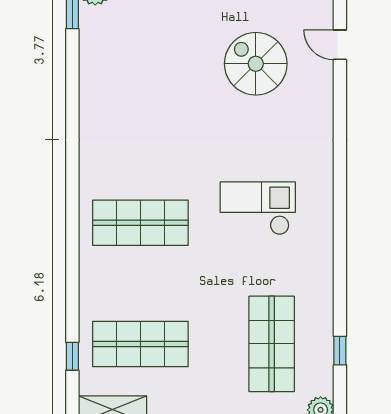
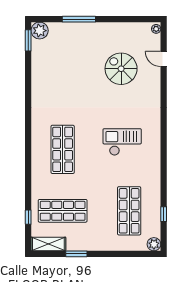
shop shelf: (140, 223) -> (63, 149), turned 90

